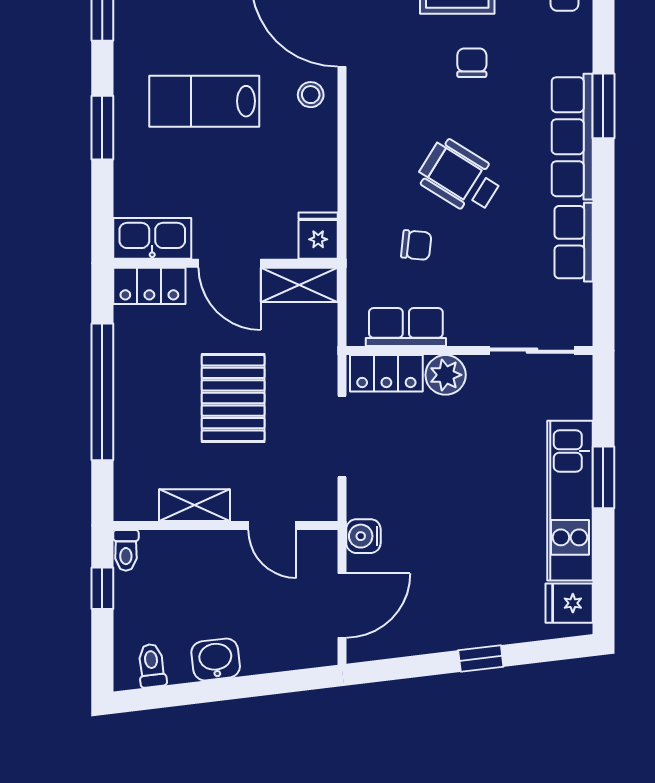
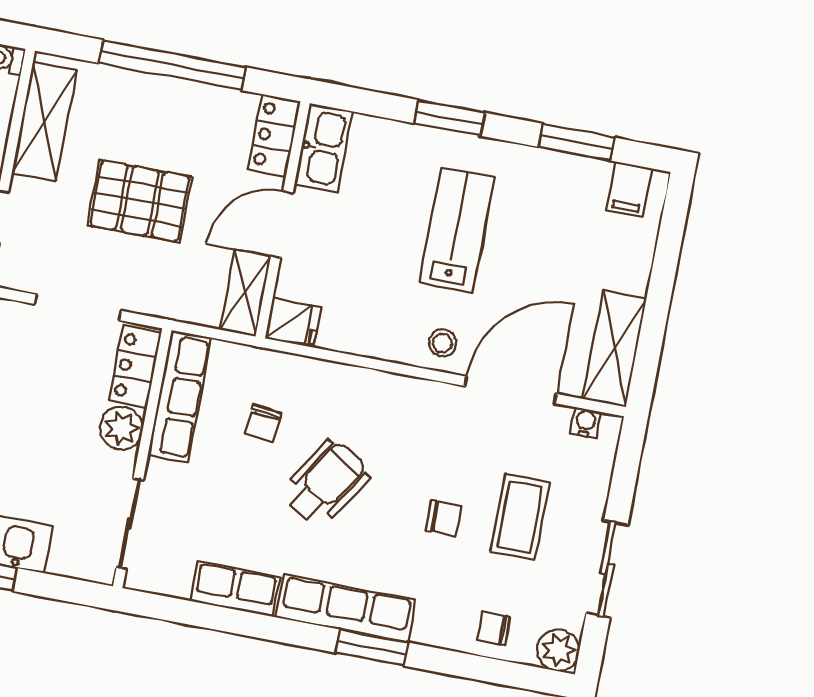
row of seats: (406, 327) -> (180, 396), width x1.48
shelving: (194, 505) -> (44, 121), width x1.50, depth x1.33

